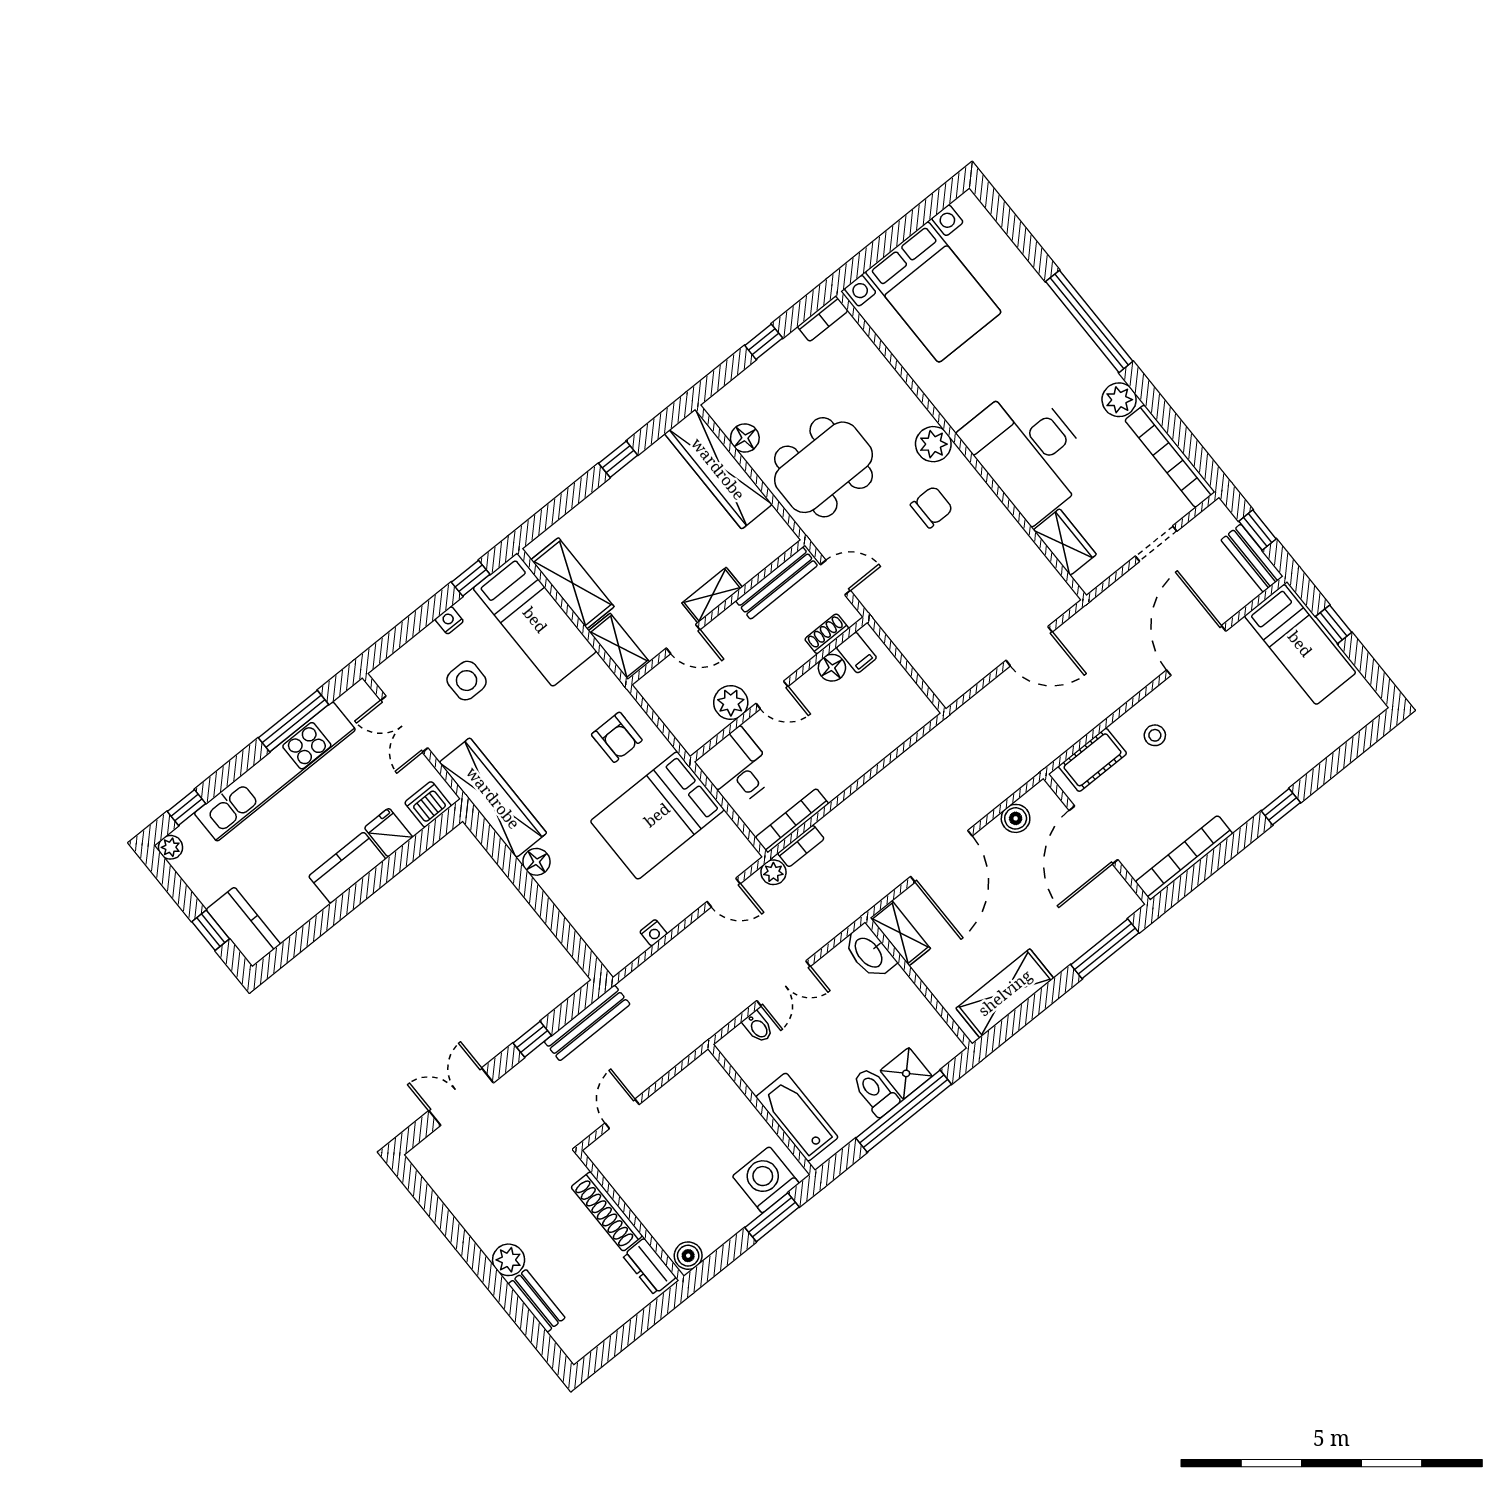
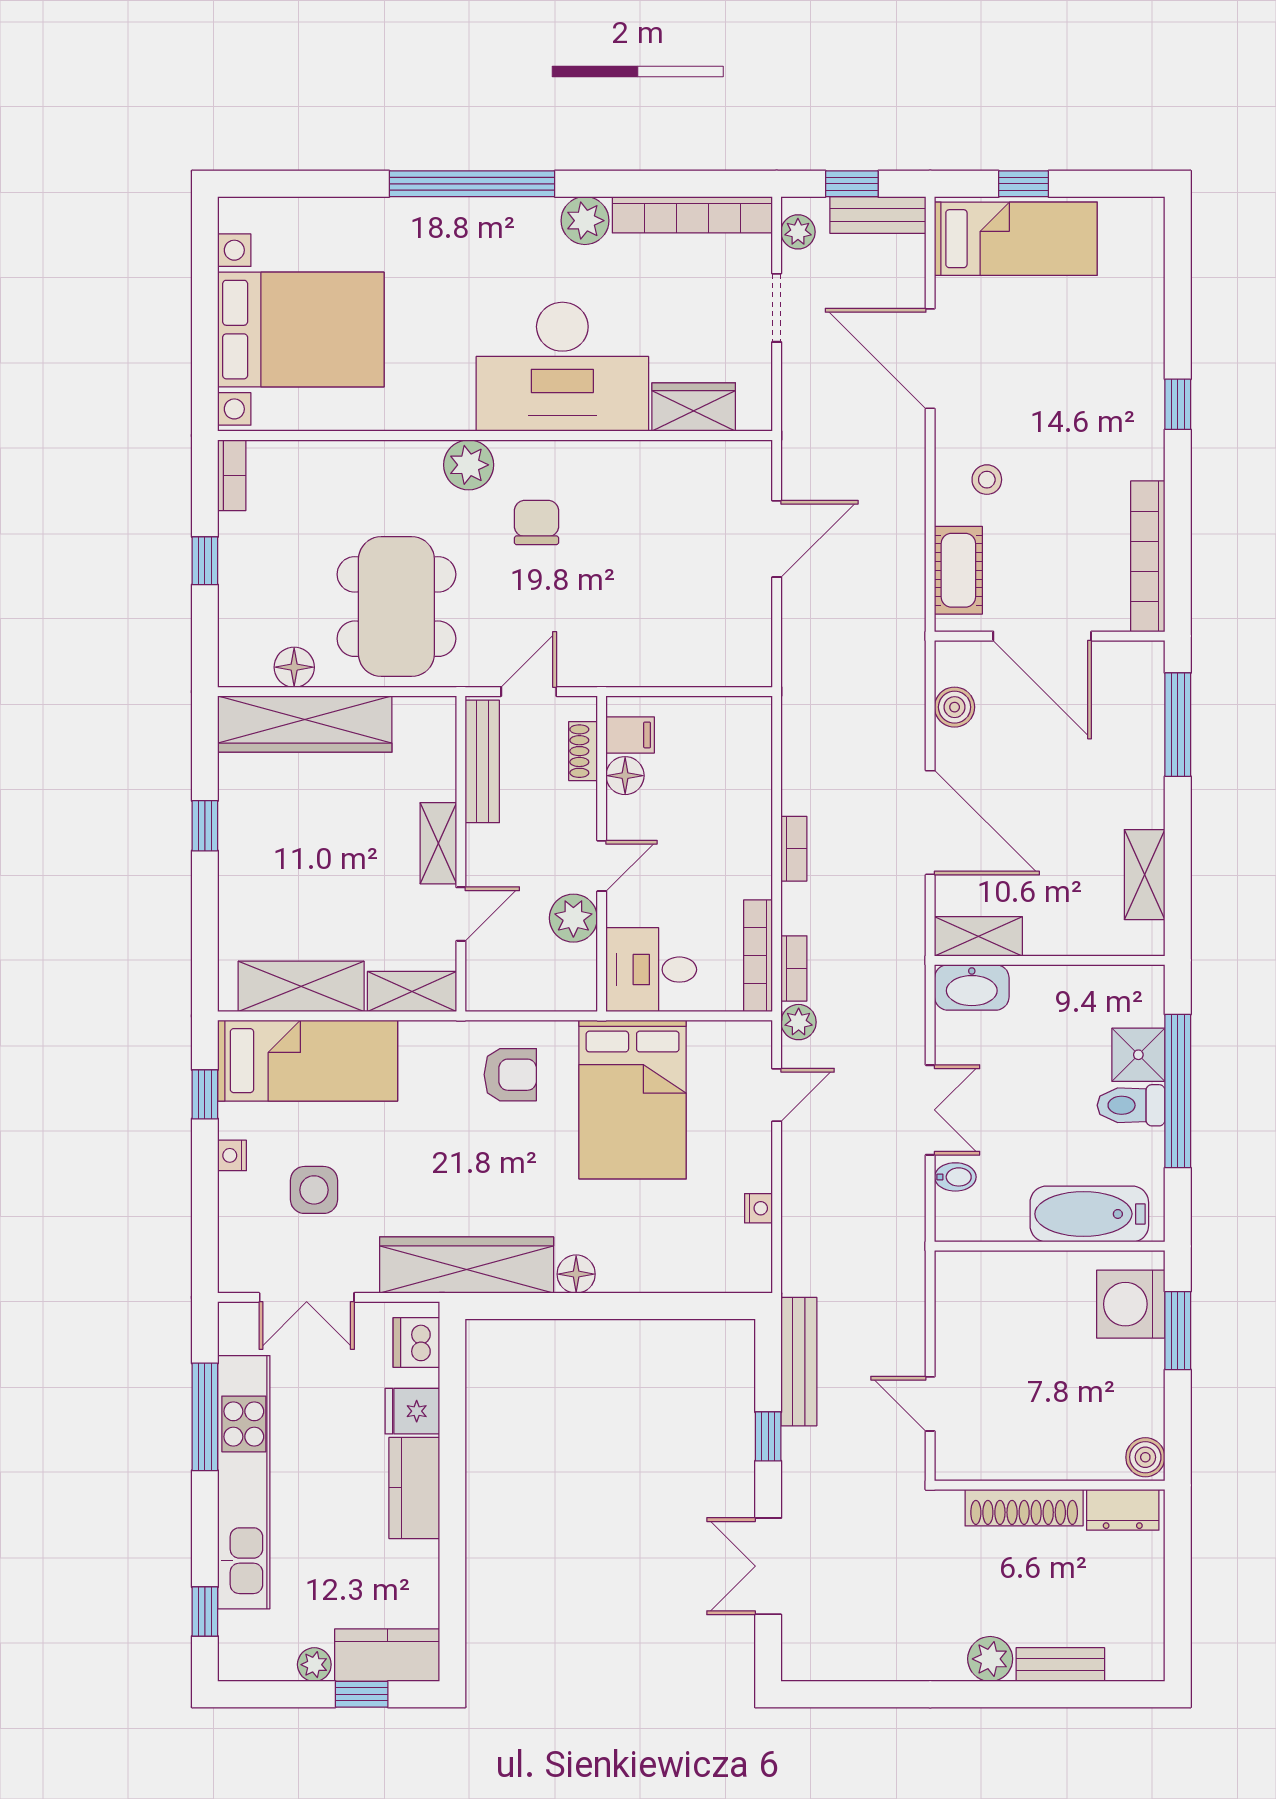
plant: (1207, 522) -> (798, 232), added
bookcase: (867, 793) -> (794, 849), added
plant: (171, 847) -> (314, 1665), moved
shelving: (1005, 993) -> (1145, 875), width x0.67, depth x0.75

